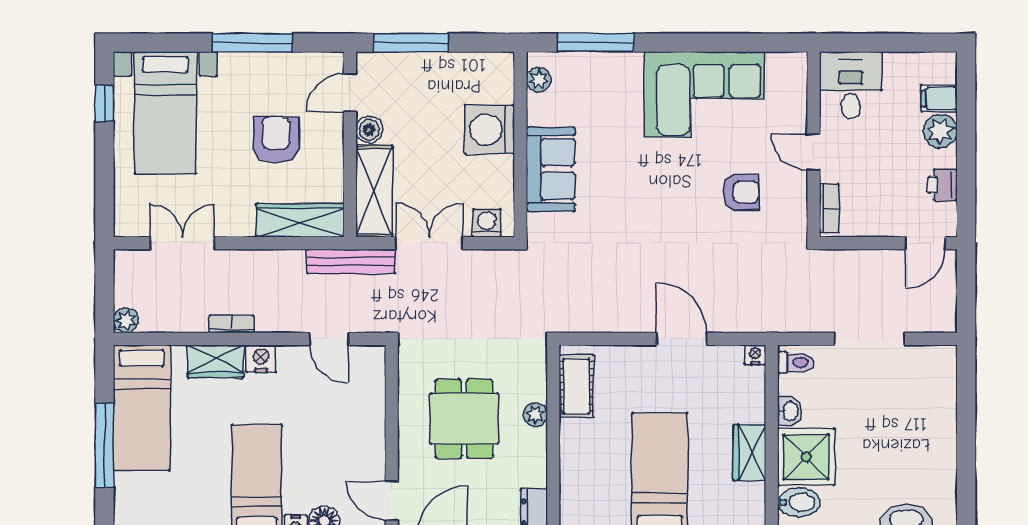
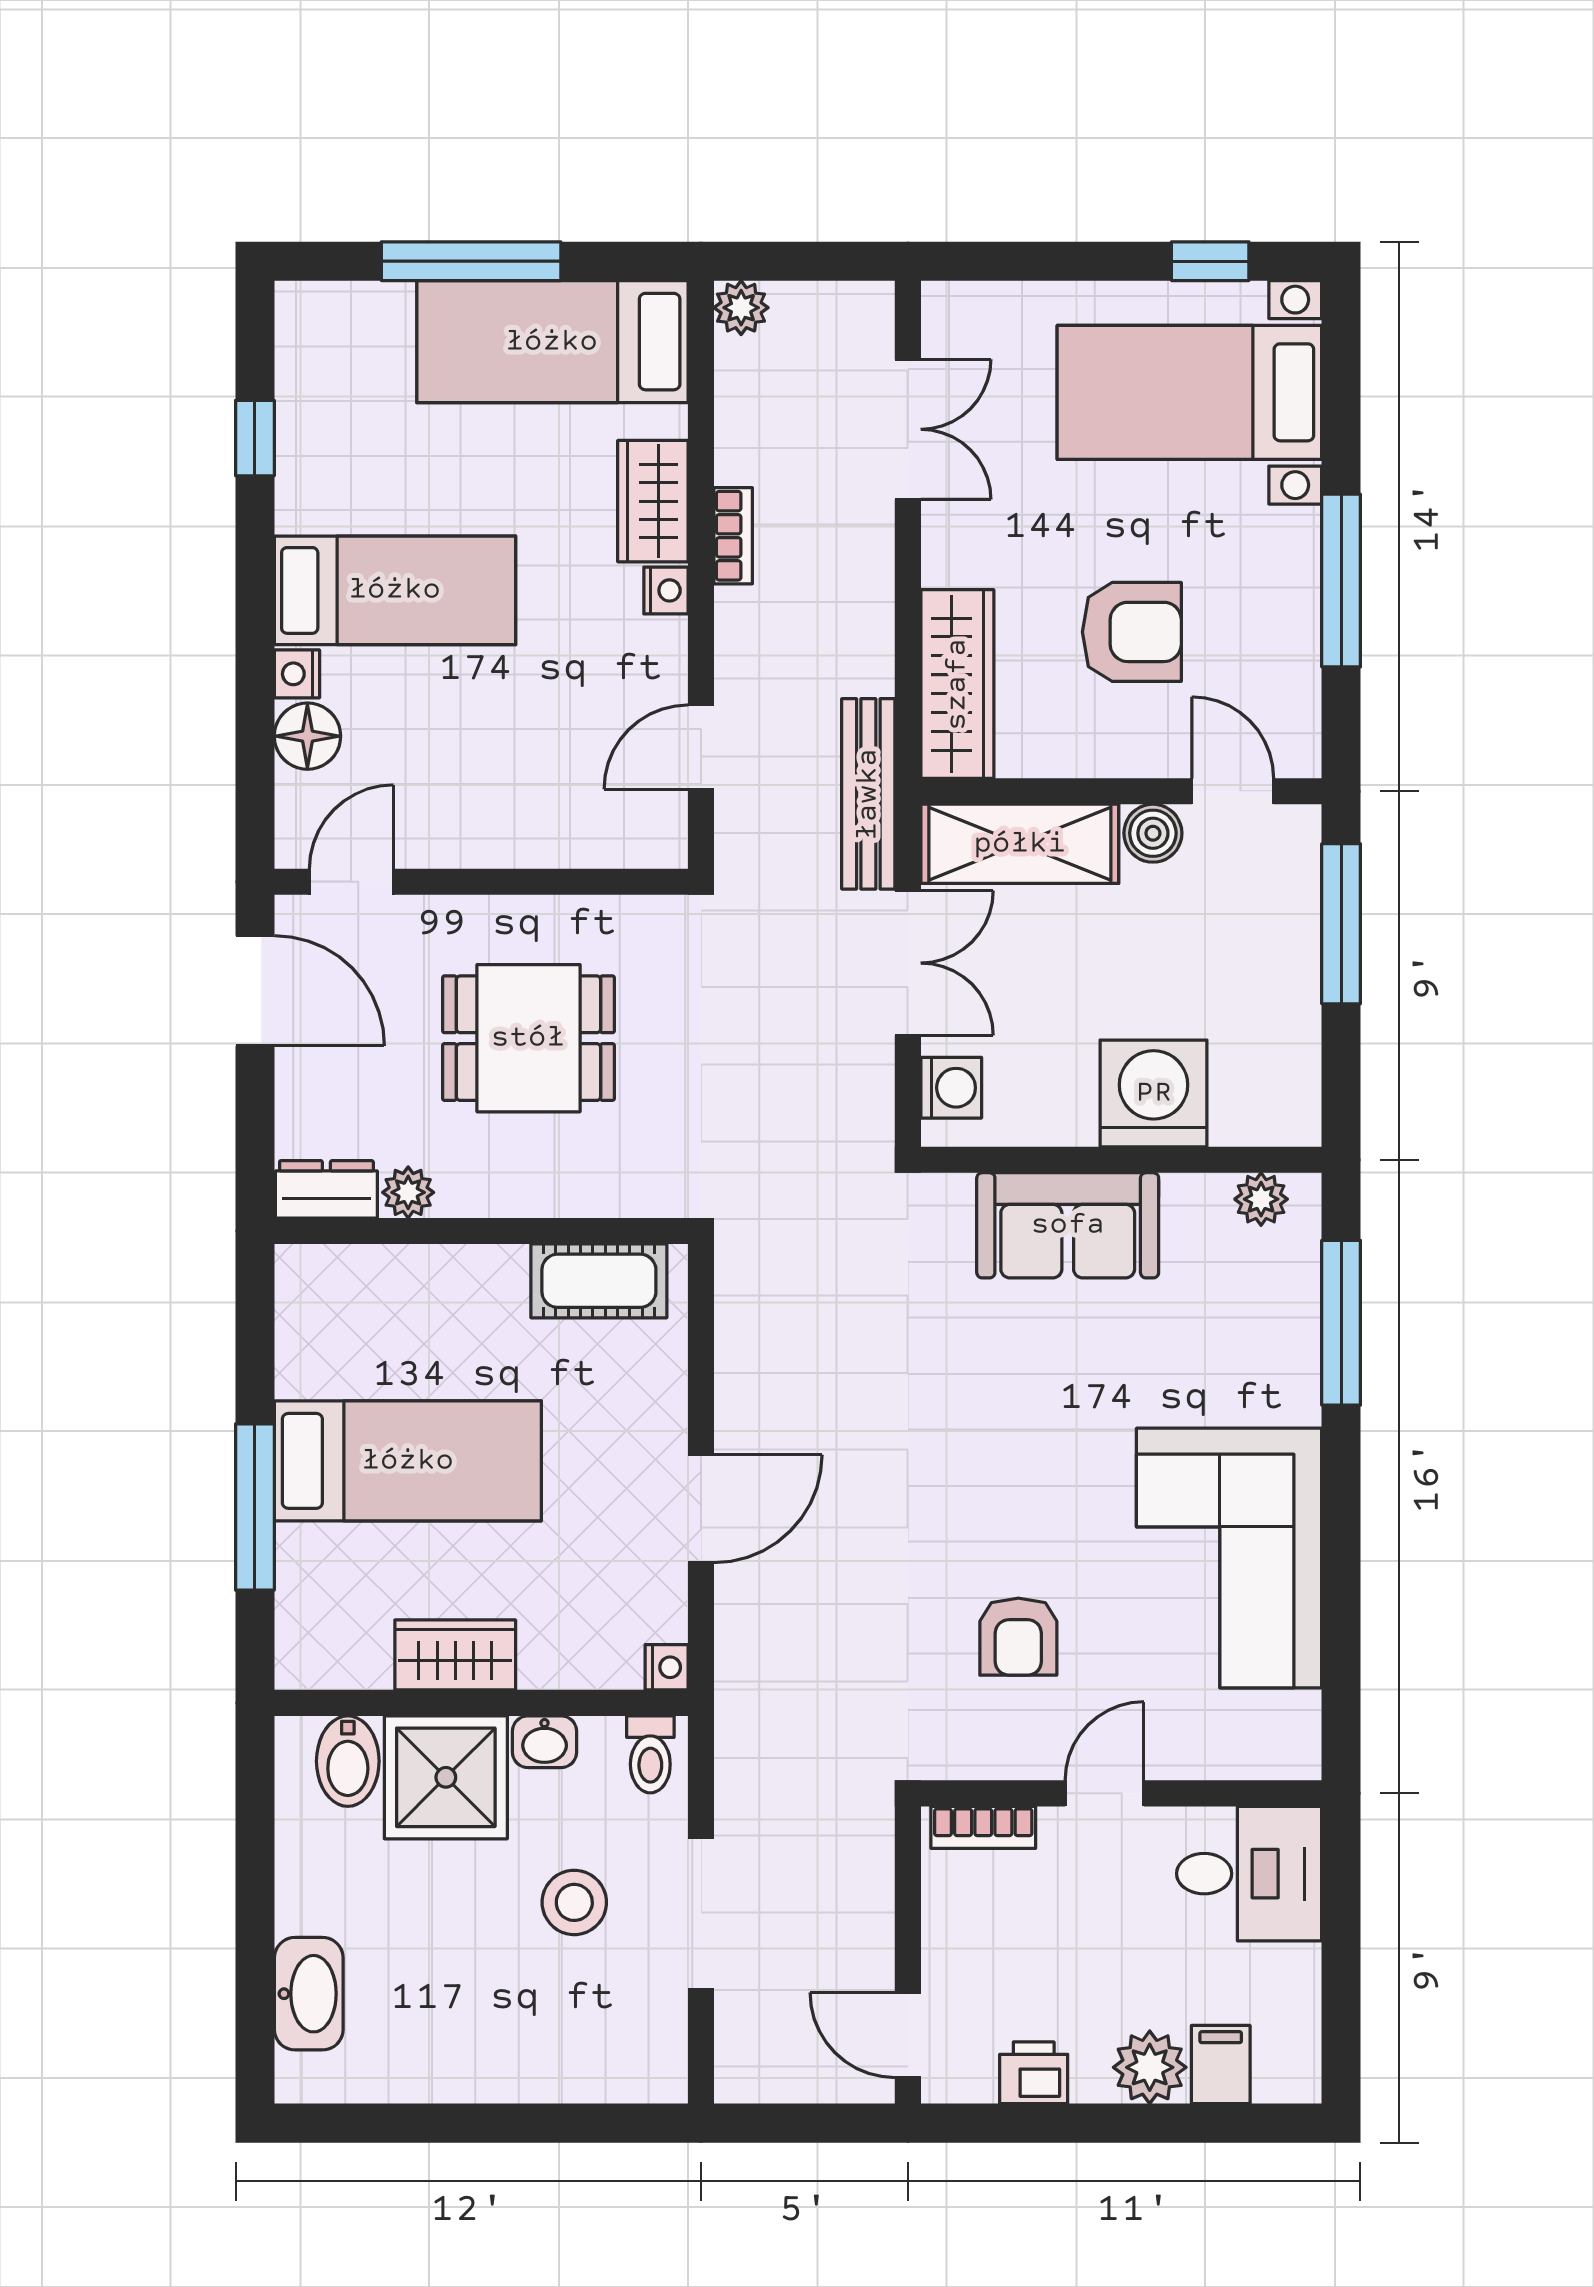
nightstand: (261, 359) -> (666, 590), width x0.72, depth x0.74
stool: (864, 397) -> (574, 1902), added
plant: (535, 415) -> (408, 1192), moved

